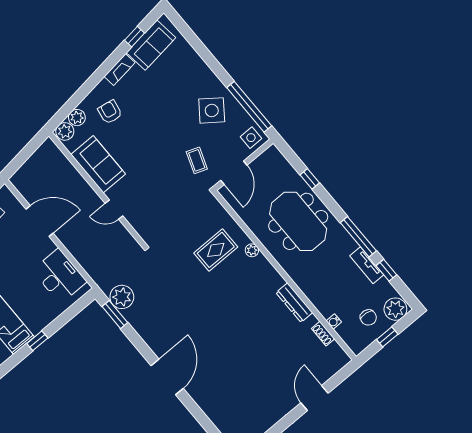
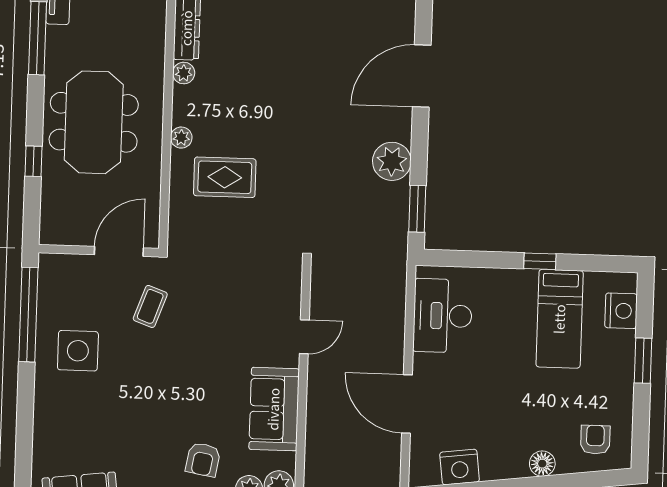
side table: (212, 110) -> (78, 351), turned -37
side table: (251, 138) -> (60, 275), removed
door: (114, 210) -> (304, 337), hinge flipped
plant: (277, 281) -> (184, 73), added
plant: (122, 297) -> (392, 161), moved

